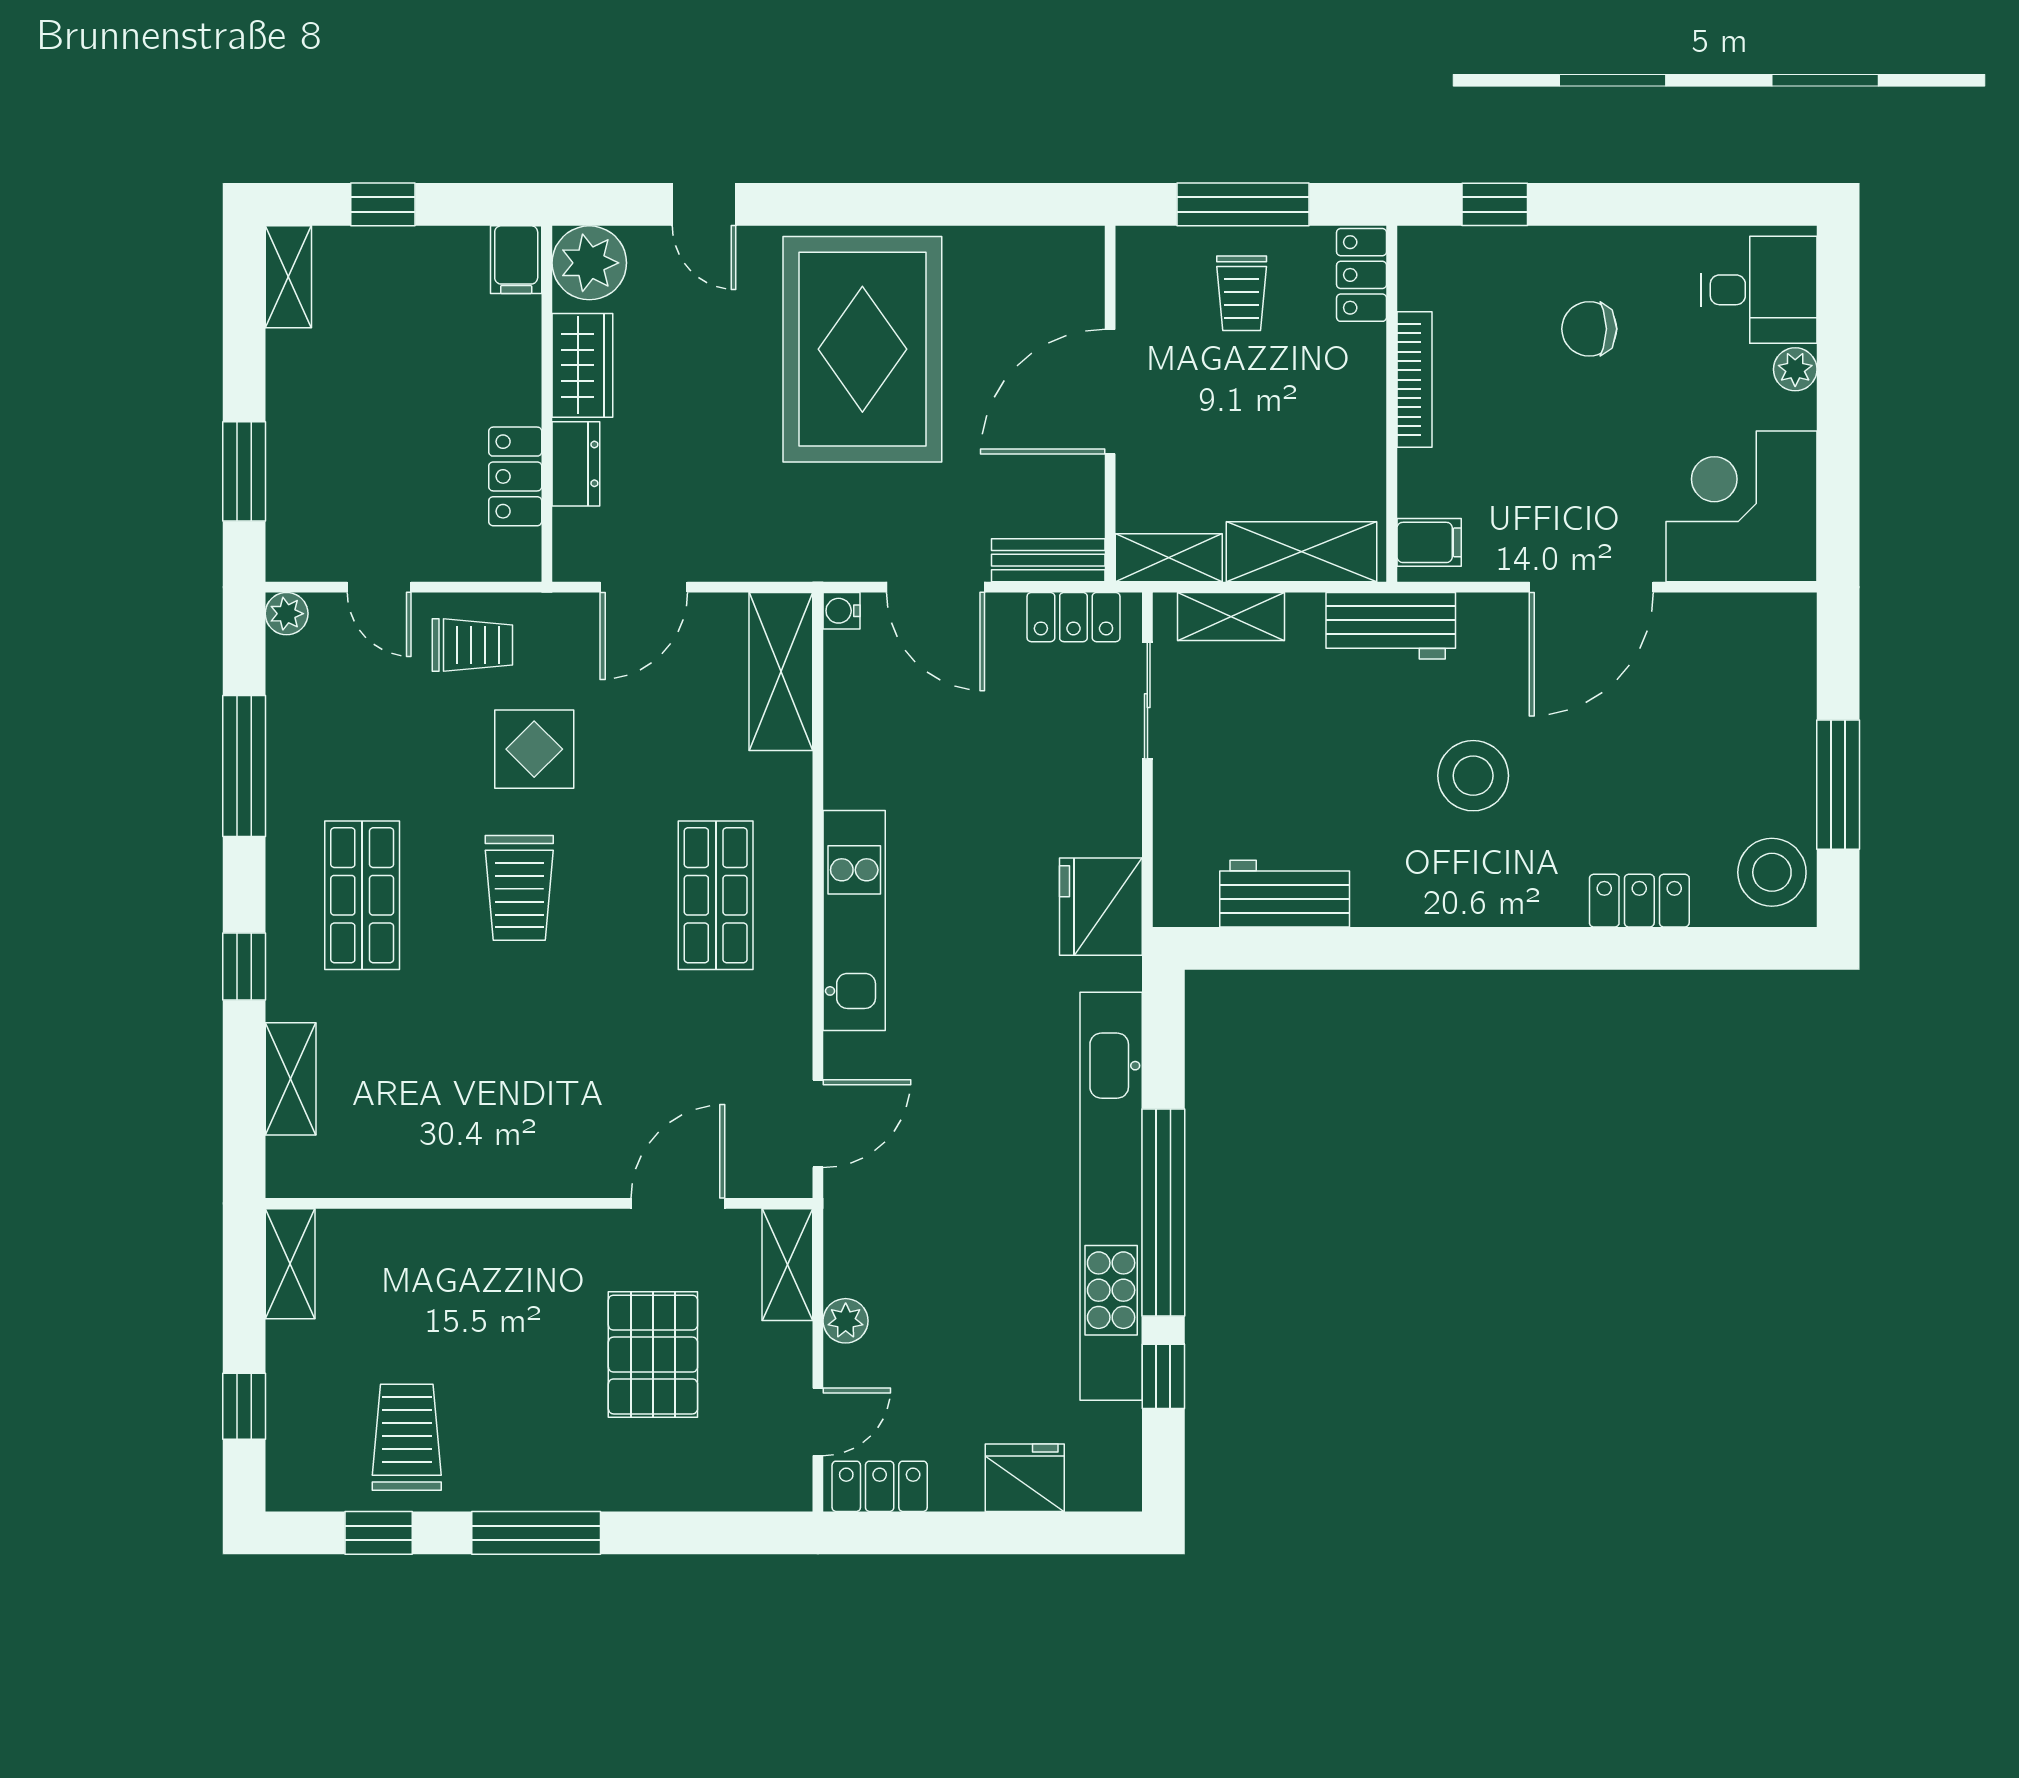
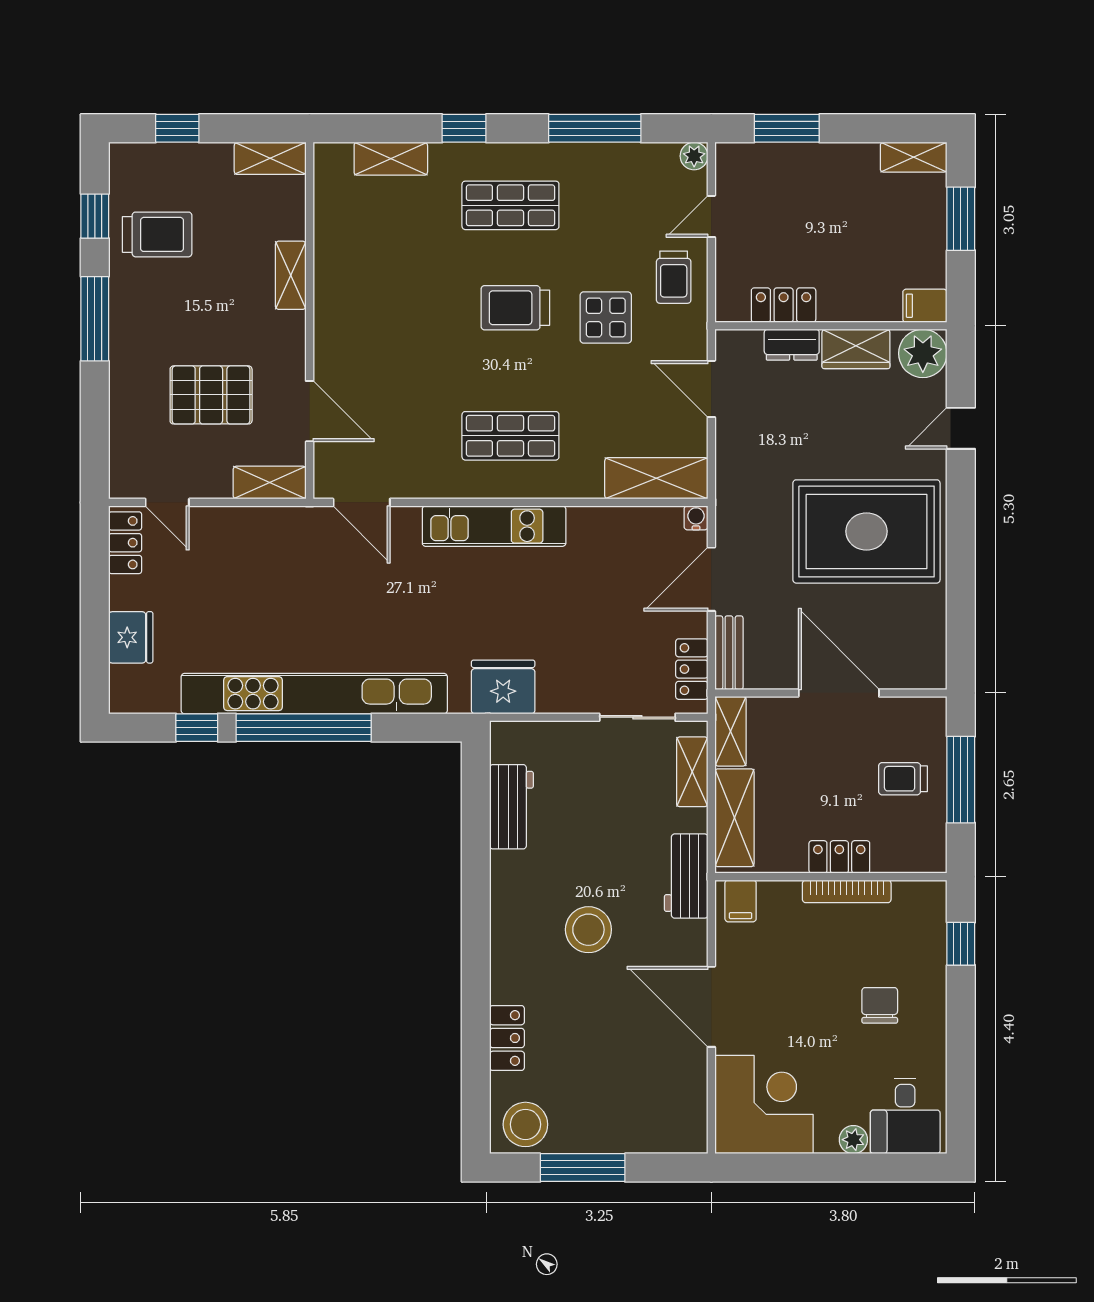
window: (383, 204) -> (961, 219), width x1.50
locker: (1362, 275) -> (839, 857), moved
shelving: (469, 1232) -> (291, 275), added
plant: (846, 1321) -> (233, 520), removed

